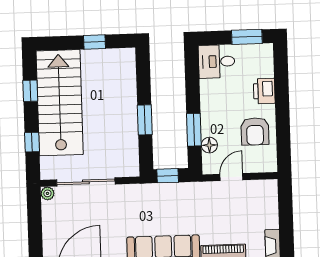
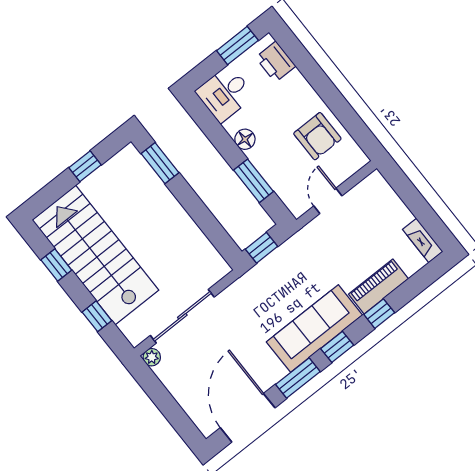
printer: (264, 91) -> (276, 62), moved
window: (145, 120) -> (160, 163), moved
floor lamp: (209, 145) -> (245, 139), moved

